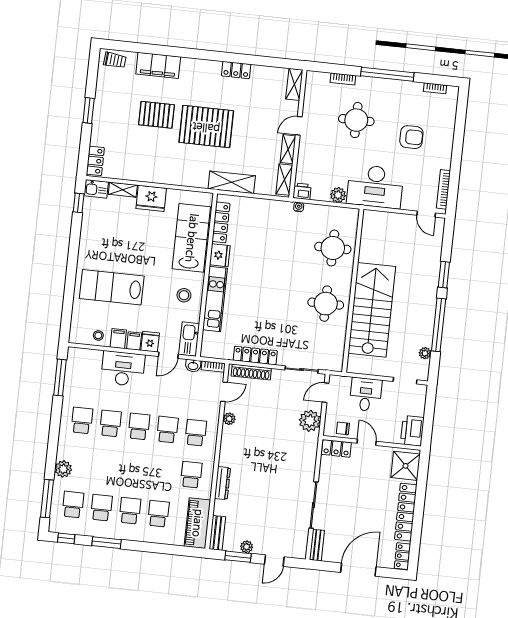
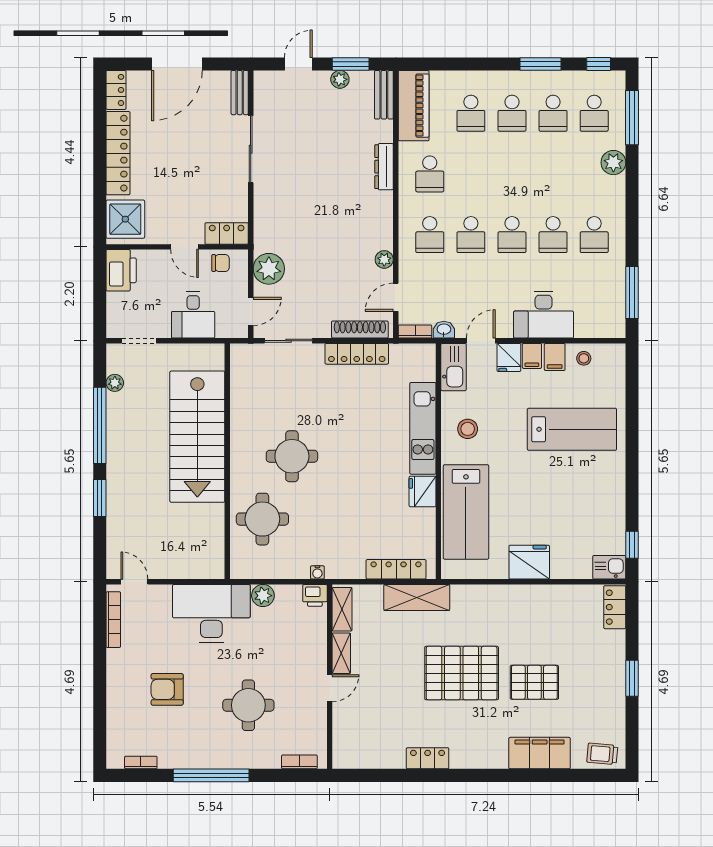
bookcase: (343, 79) -> (299, 762), moved
shelving: (294, 84) -> (342, 747), removed
shelving: (123, 190) -> (571, 570), removed
locker: (221, 222) -> (396, 569), moved, turned 90
round table: (326, 304) -> (292, 456), moved

